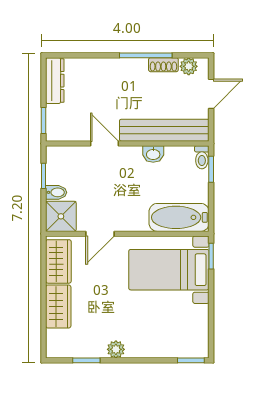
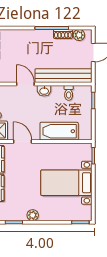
washbasin: (153, 154) -> (44, 91), moved
toilet: (202, 157) -> (69, 93), moved
bathtub: (179, 217) -> (59, 131), moved
door: (100, 234) -> (23, 142), swing flipped
bed with nightstands: (169, 270) -> (66, 183), moved

